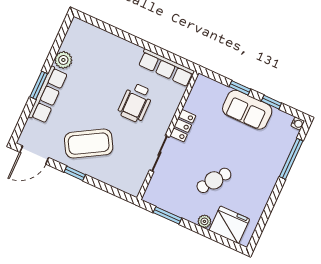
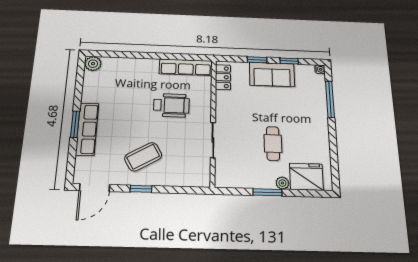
plant: (63, 60) -> (93, 64), moved
wheelchair: (136, 103) -> (171, 105), turned -90
locker: (183, 126) -> (223, 77), moved
coffee table: (89, 144) -> (143, 157), width x0.73, depth x0.76
cafe table: (214, 180) -> (273, 144), turned -36
window: (167, 215) -> (267, 192), moved

